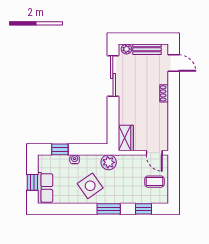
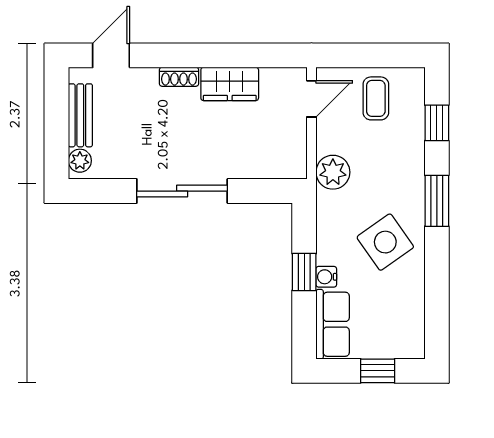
sliding door: (113, 76) -> (182, 191), moved
wardrobe: (126, 138) -> (230, 84), moved, turned 180
window: (60, 149) -> (304, 272), moved
plant: (109, 162) -> (333, 172), moved
row of seats: (45, 188) -> (333, 324), moved, turned 90

